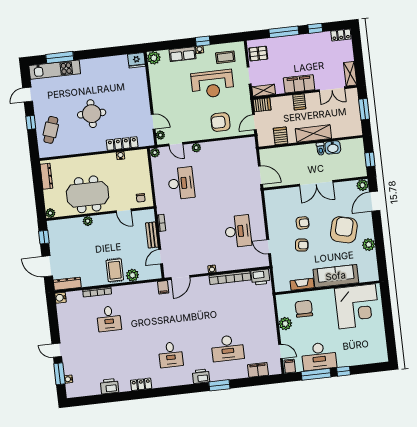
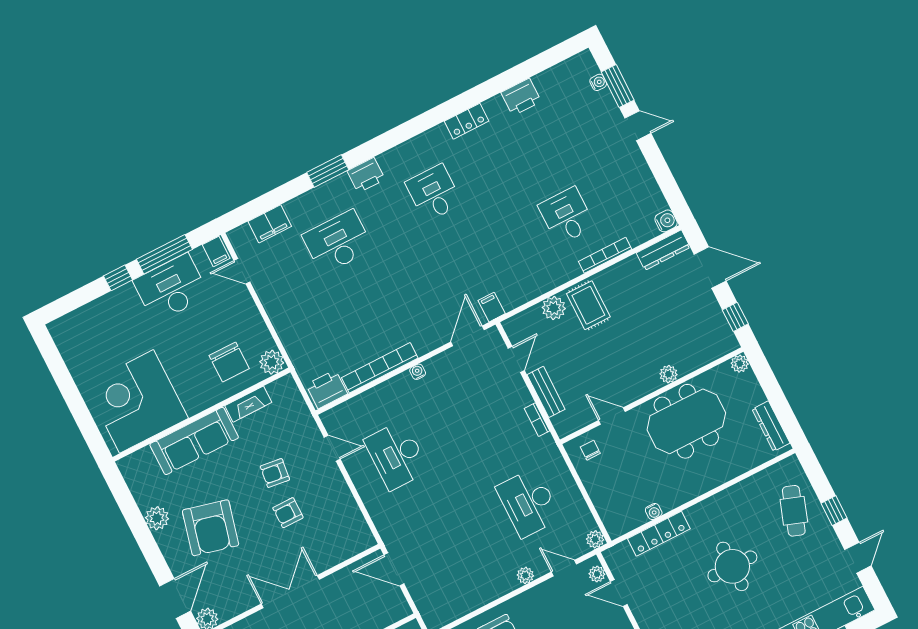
plant: (285, 324) -> (272, 362), moved

